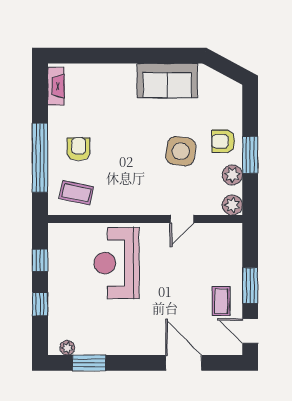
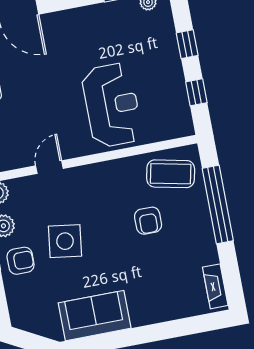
armchair: (79, 149) -> (148, 221), moved
coffee table: (76, 193) -> (171, 174), width x1.36, depth x1.30

